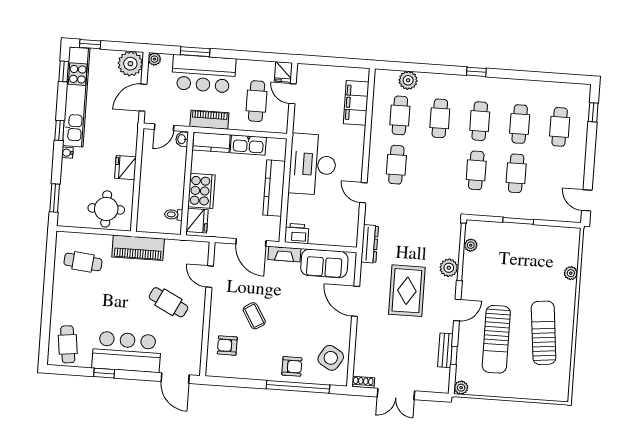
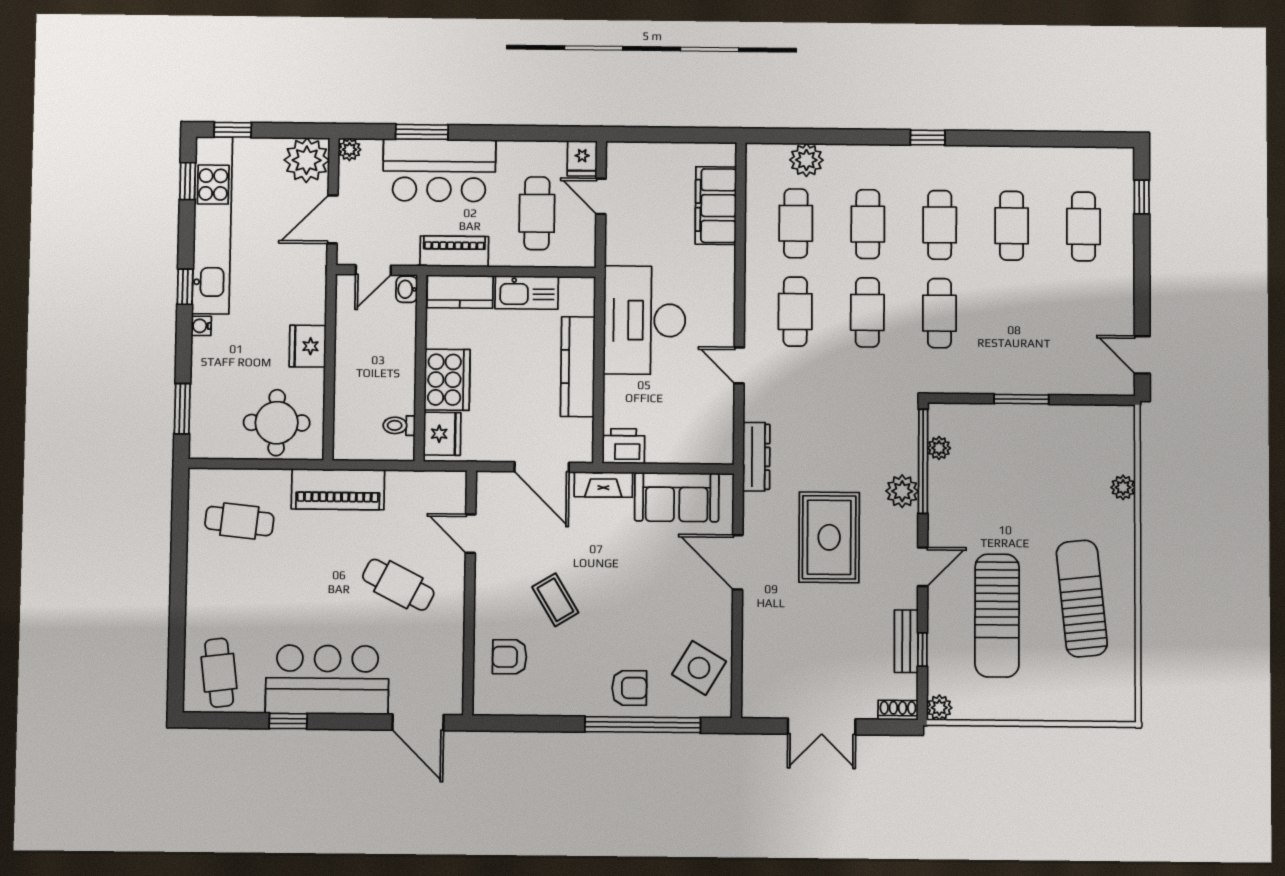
cafe table: (516, 173) -> (867, 312), moved
shoe rack: (363, 382) -> (898, 710), moved

